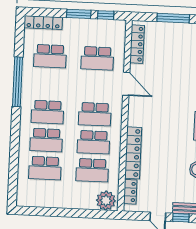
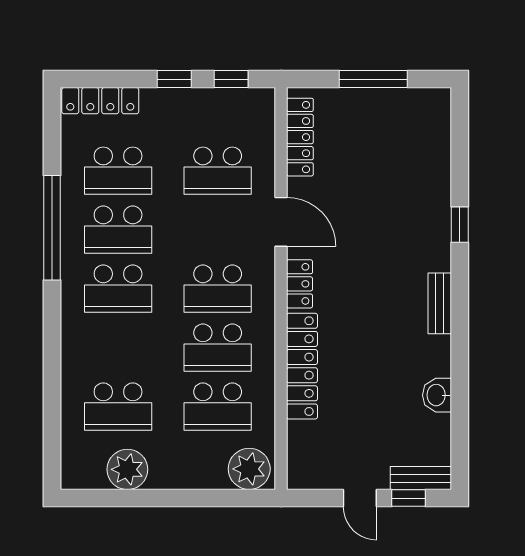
window: (79, 14) -> (174, 79), width x0.67
school desk: (46, 140) -> (118, 230), moved
locker: (130, 192) -> (299, 284), moved
plant: (48, 198) -> (127, 469), added

